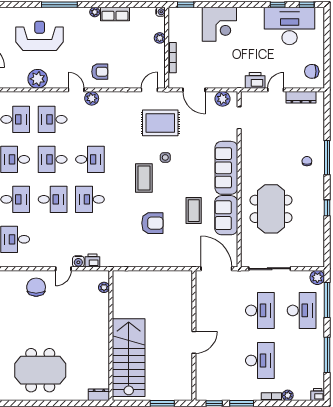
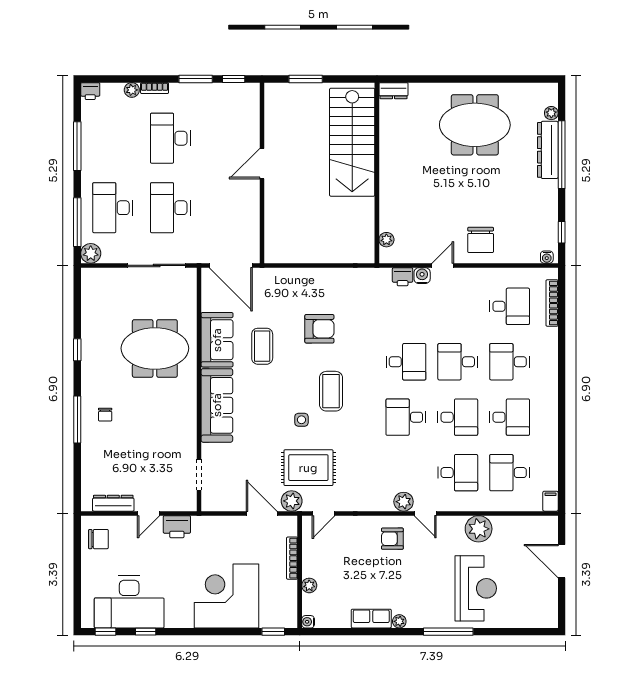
corner desk: (219, 24) -> (227, 596), width x1.36, depth x1.36
reception desk: (40, 36) -> (476, 588), turned -90
plant: (223, 99) -> (292, 501), moved
meeting table: (271, 209) -> (155, 348), turned 90
armchair: (152, 223) -> (319, 329), turned 180

